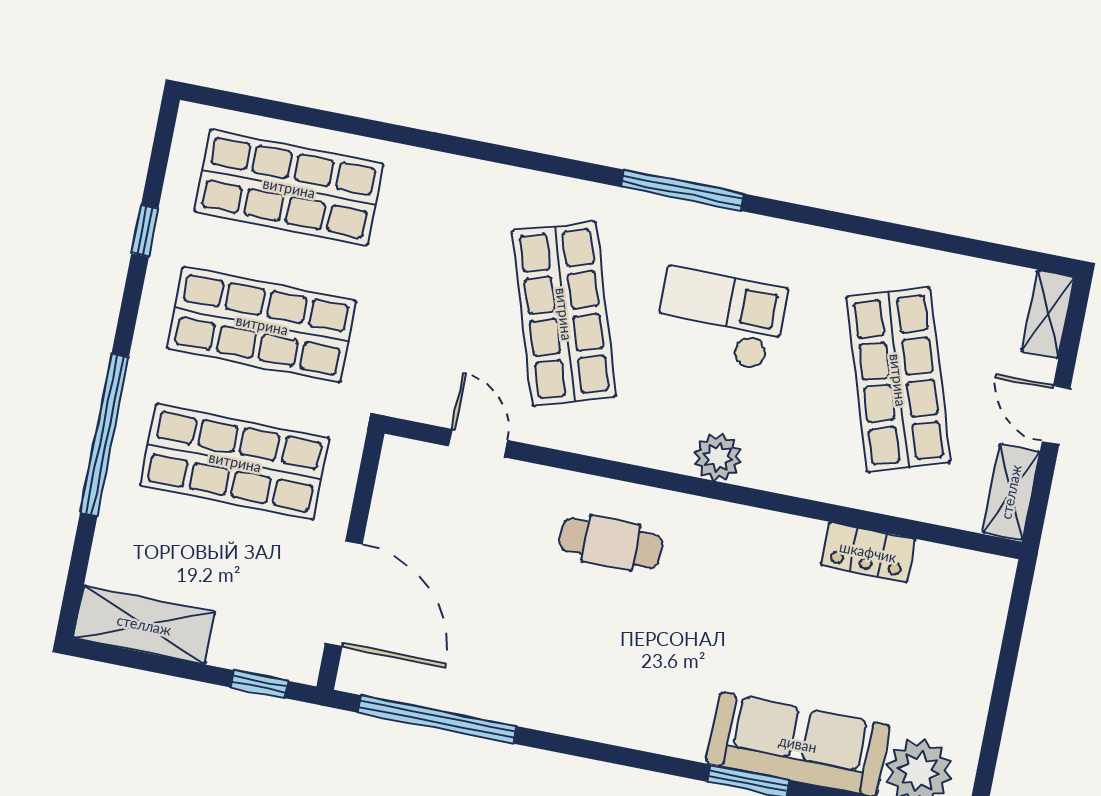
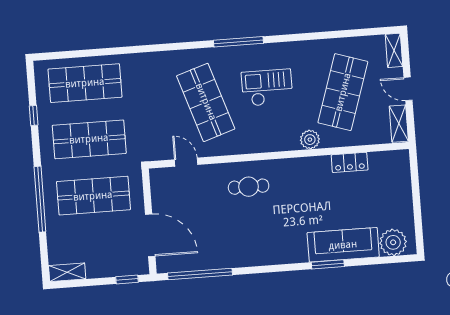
shop shelf: (898, 380) -> (343, 92), turned 36
plant: (718, 457) -> (310, 140), moved
shelving: (144, 625) -> (67, 272), width x0.67, depth x0.75

